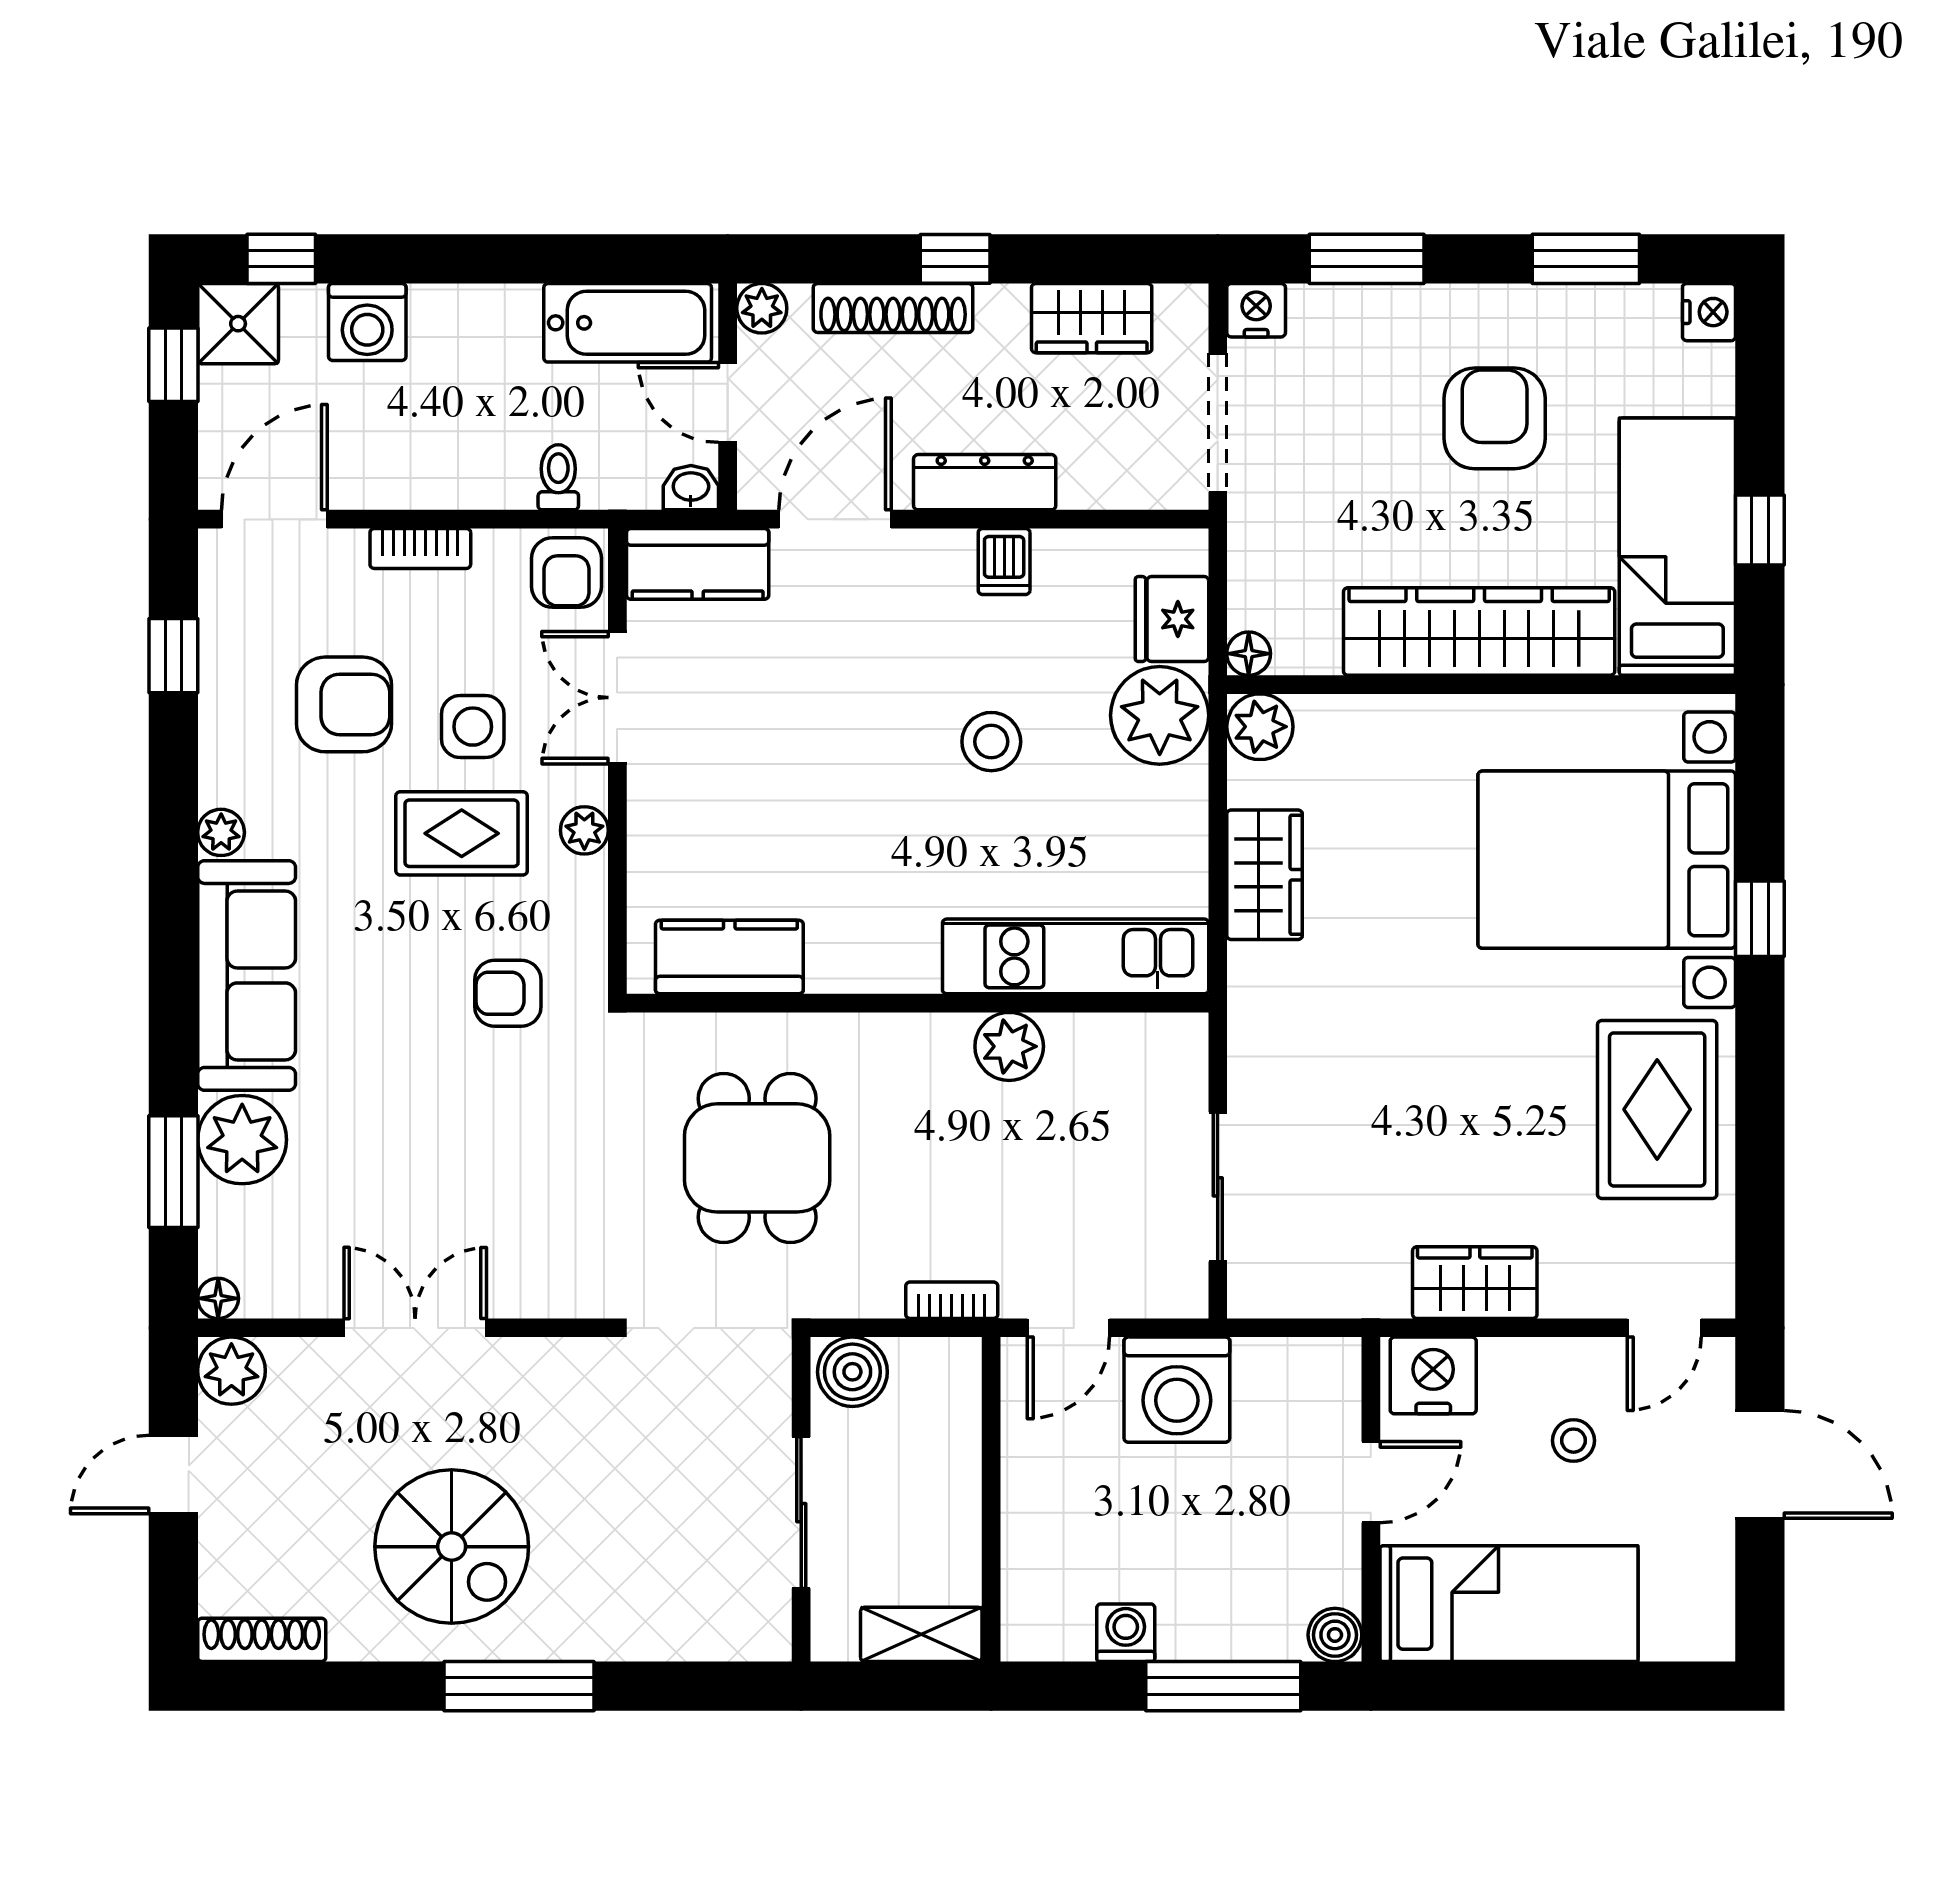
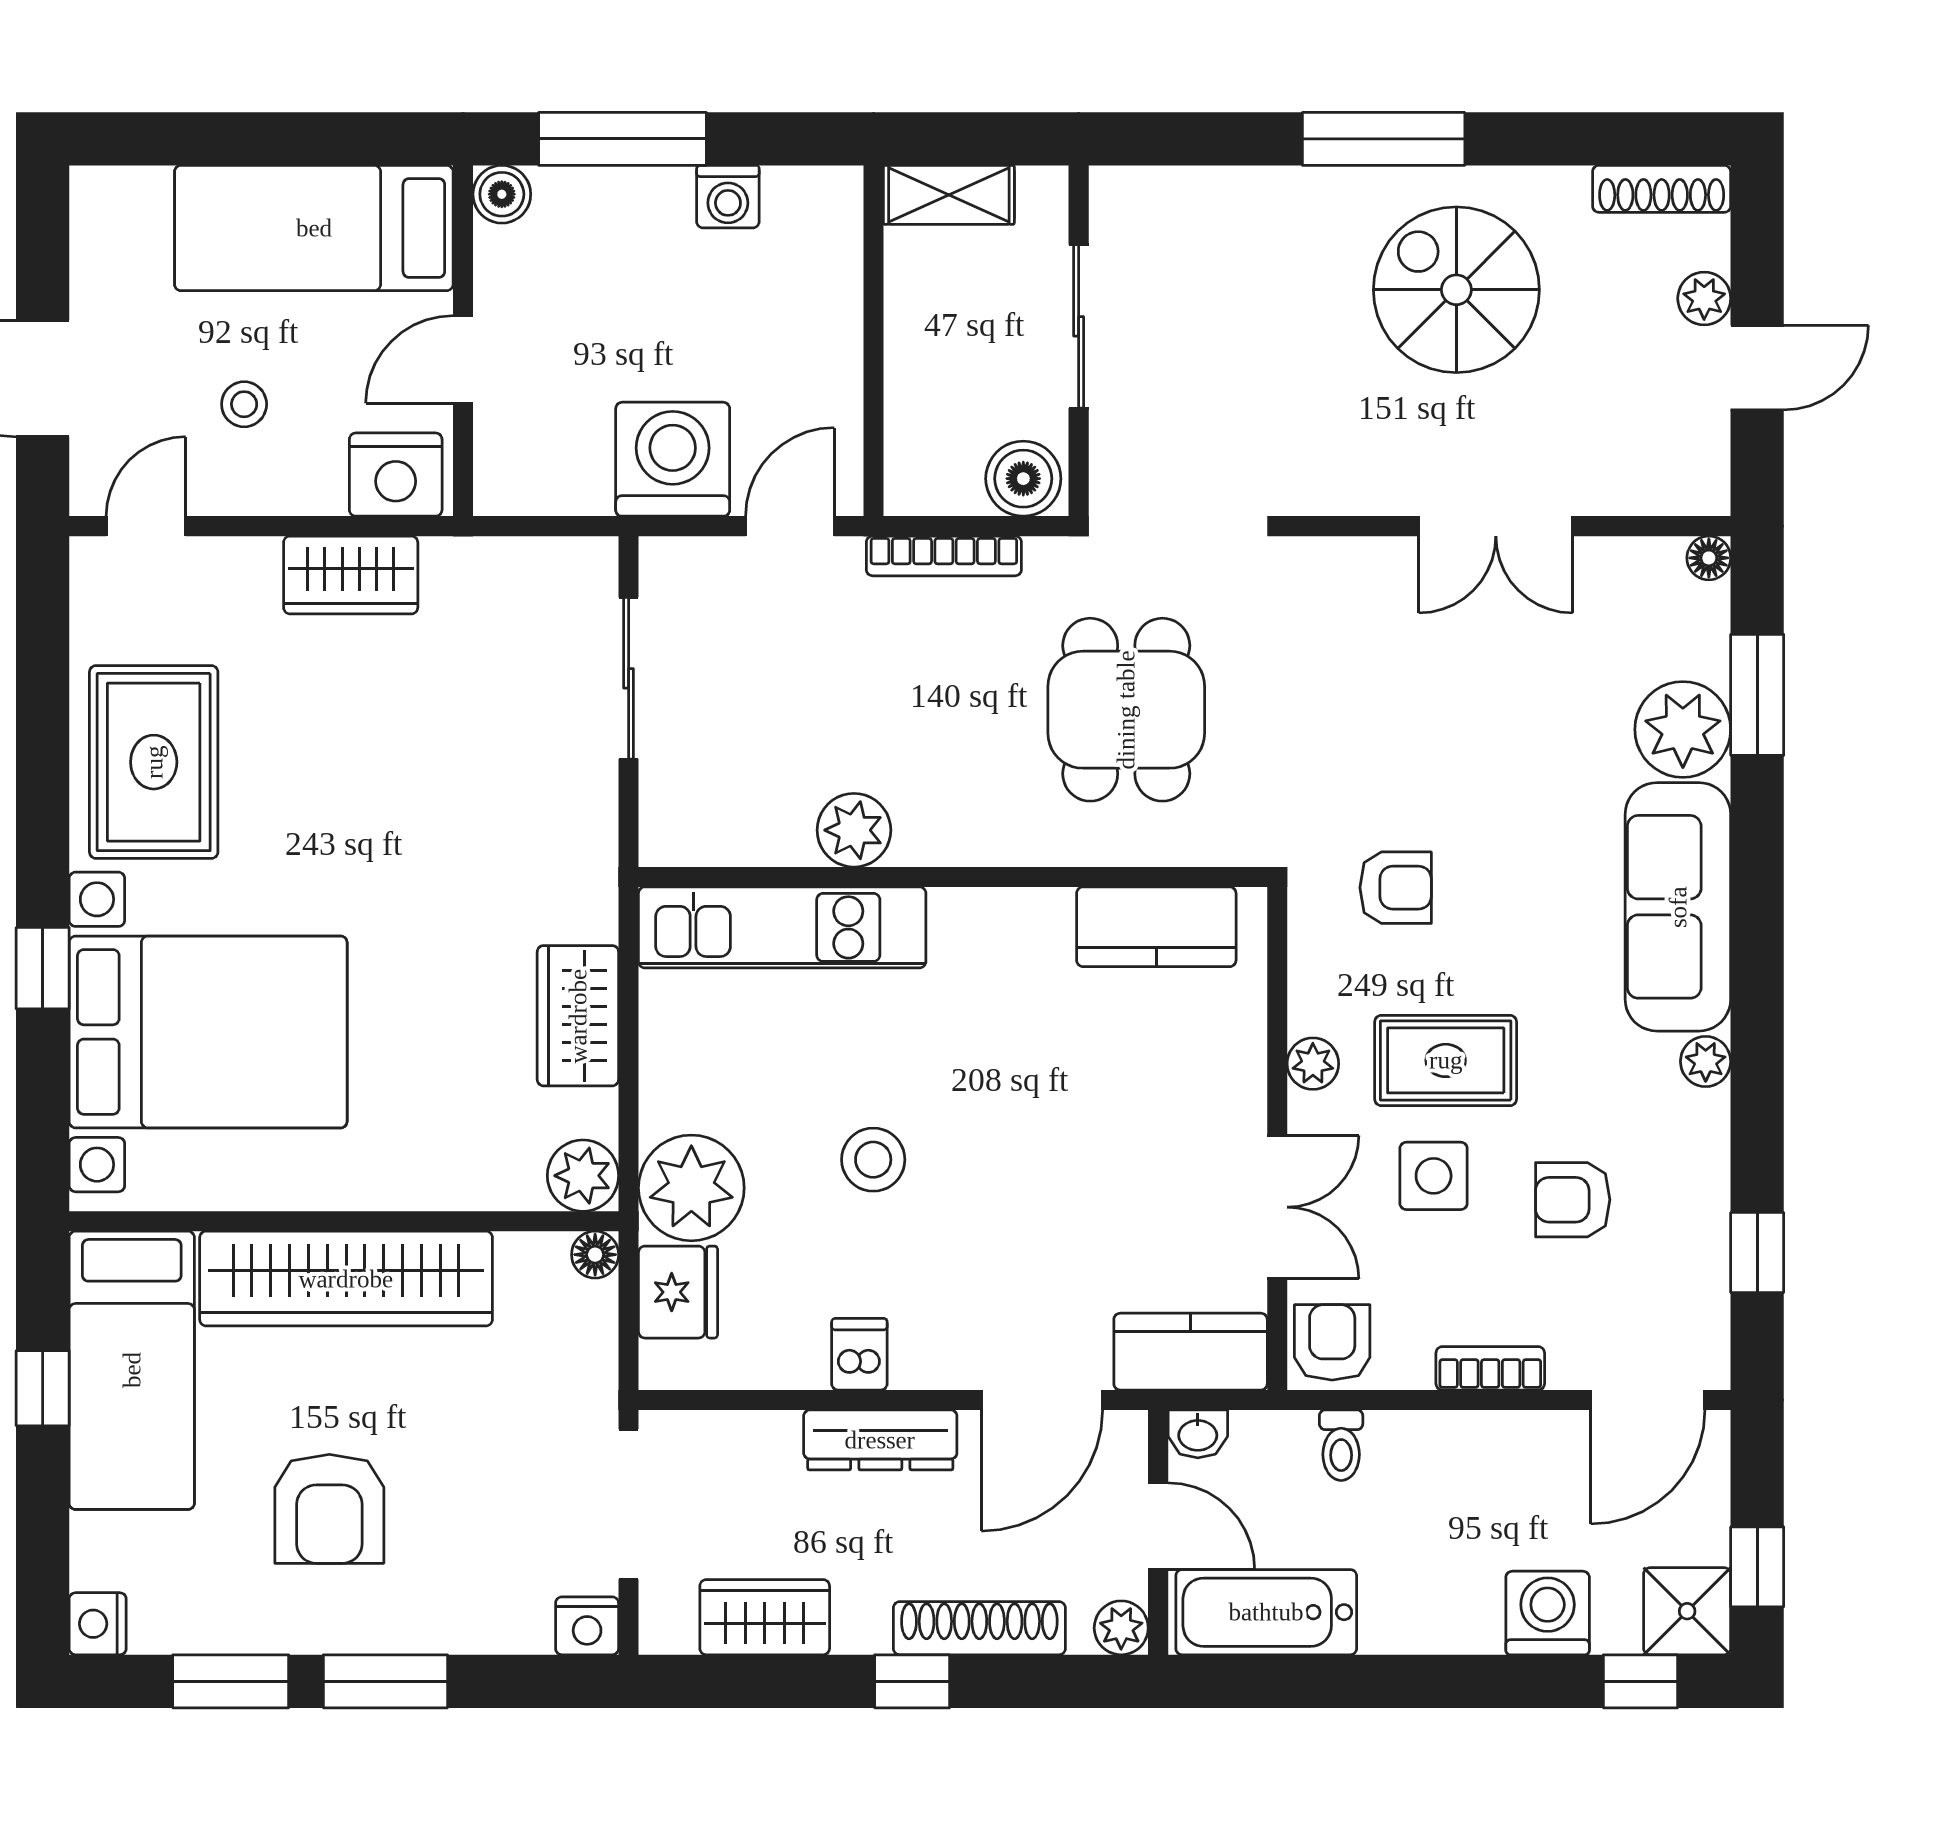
window: (1367, 259) -> (385, 1681), moved
armchair: (344, 704) -> (1573, 1200), width x0.72, depth x0.72
bookcase: (952, 1300) -> (944, 556), width x1.56
plant: (231, 1371) -> (1704, 298), moved, width x0.73, depth x0.73

